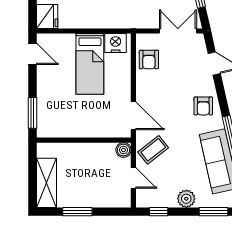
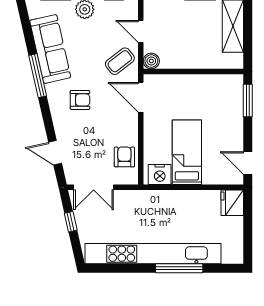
armchair: (203, 106) -> (80, 100), moved, turned 90

